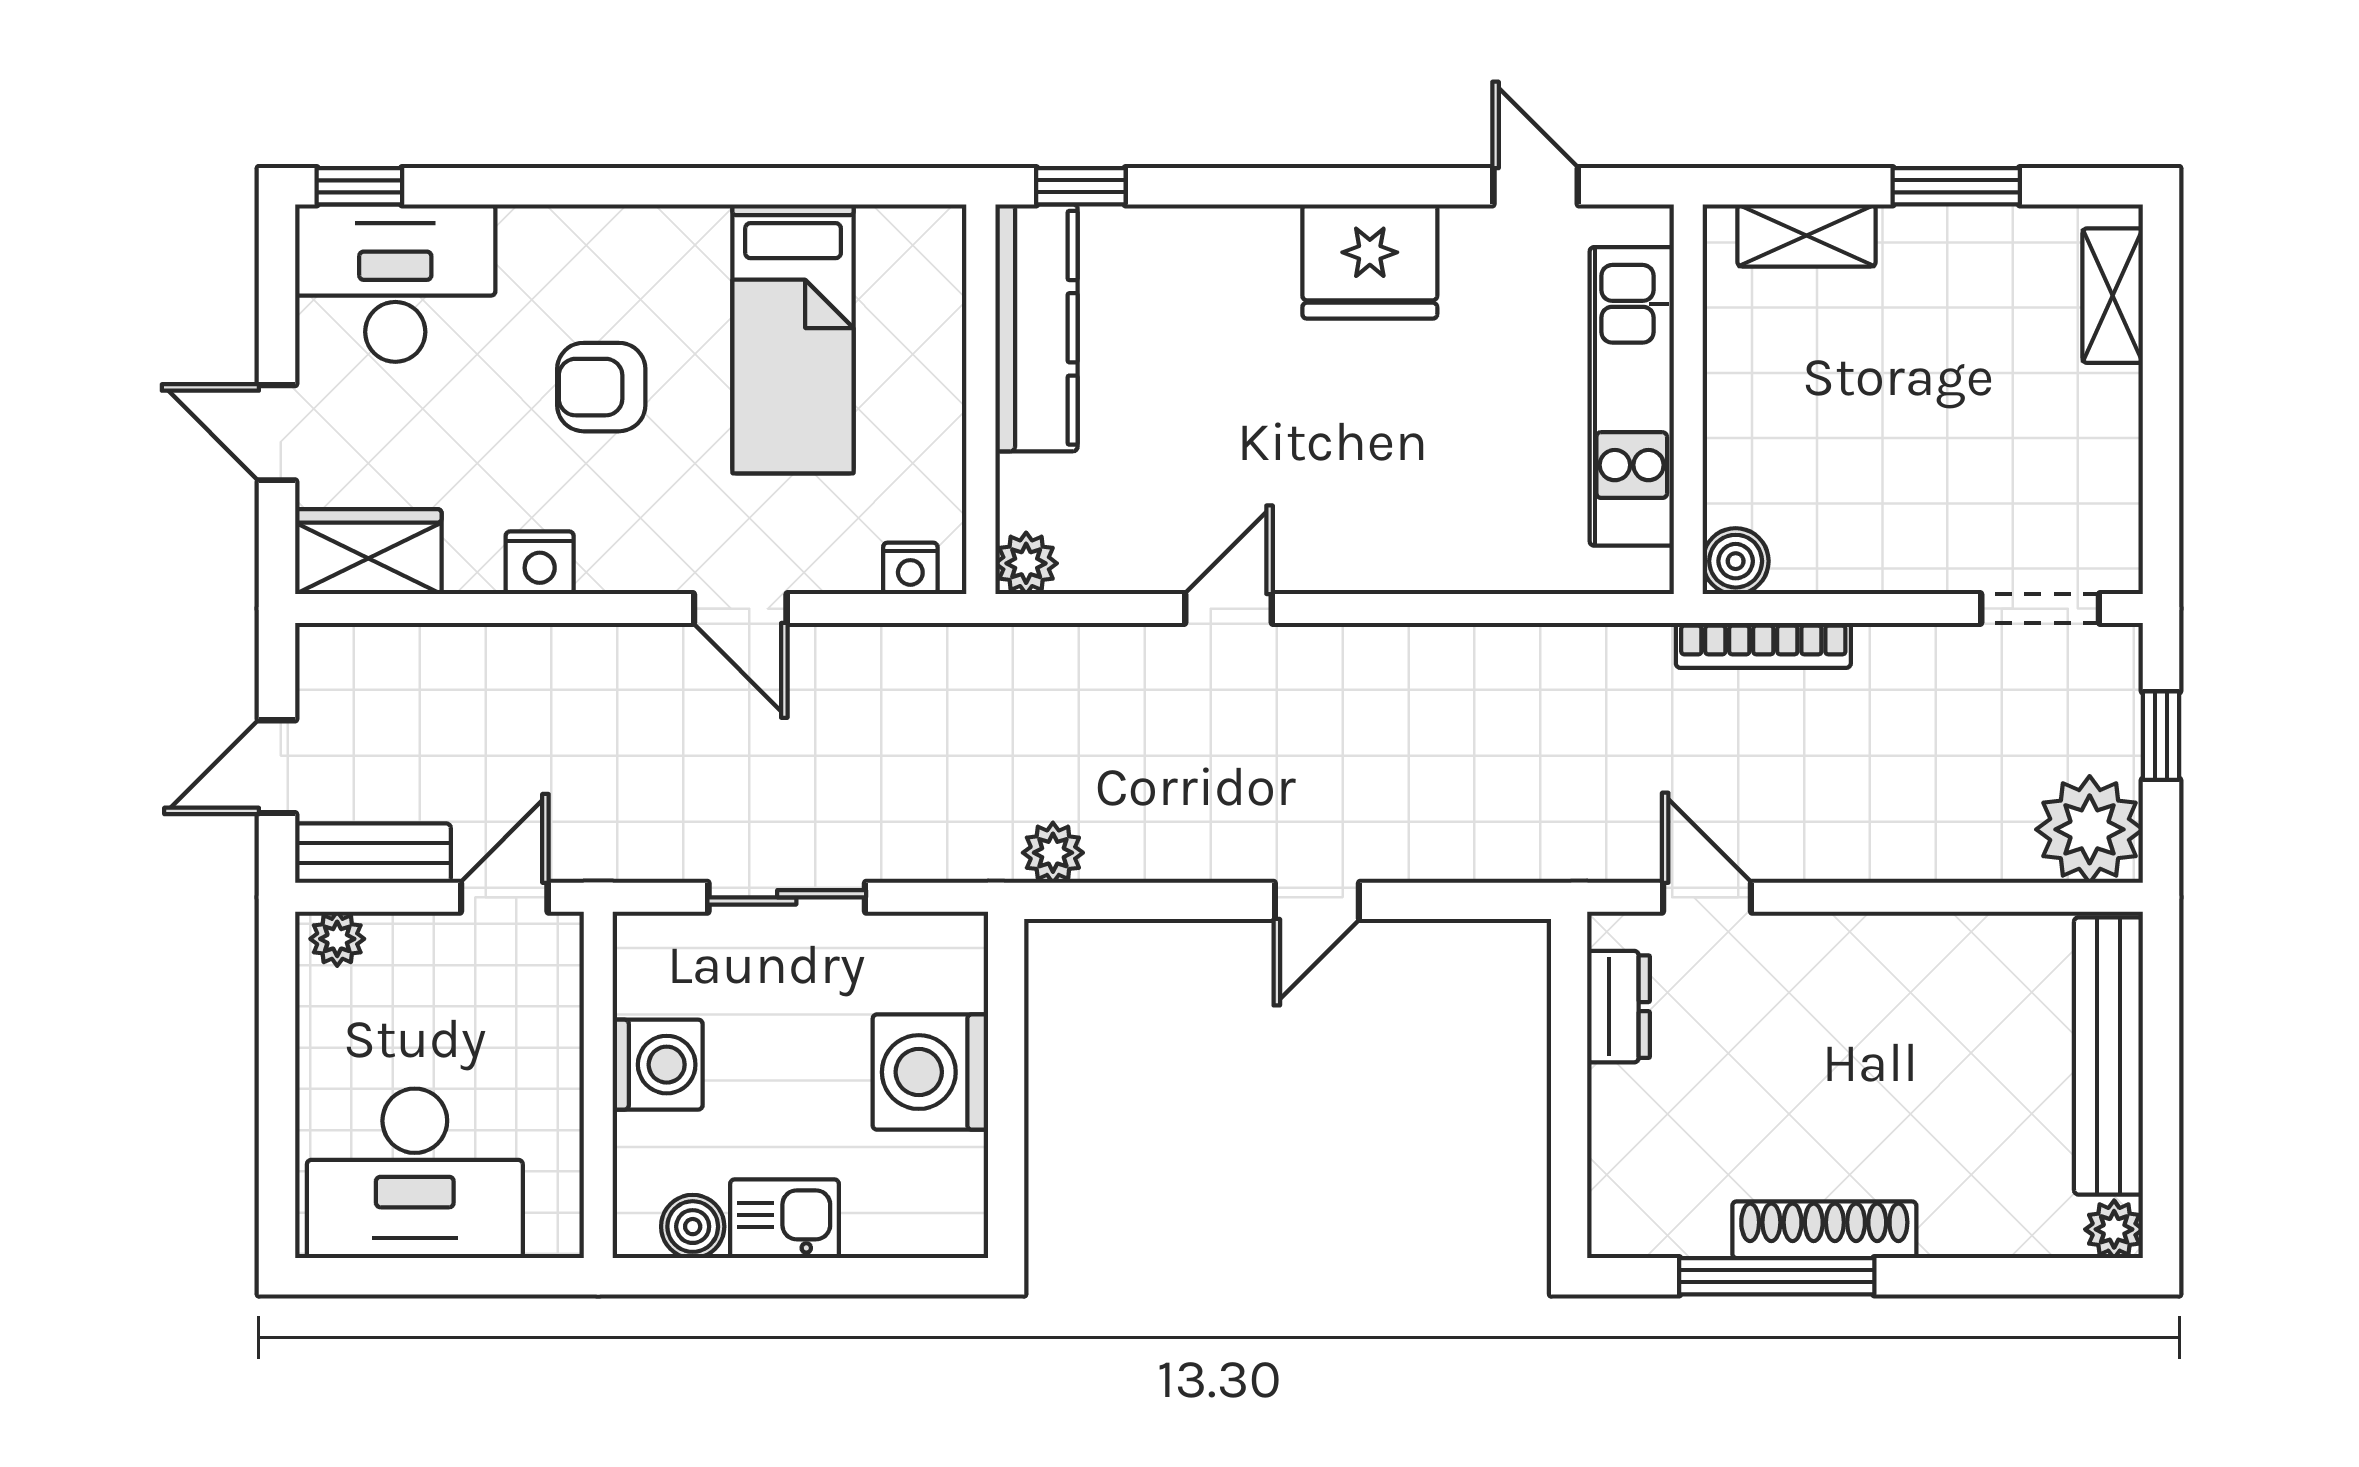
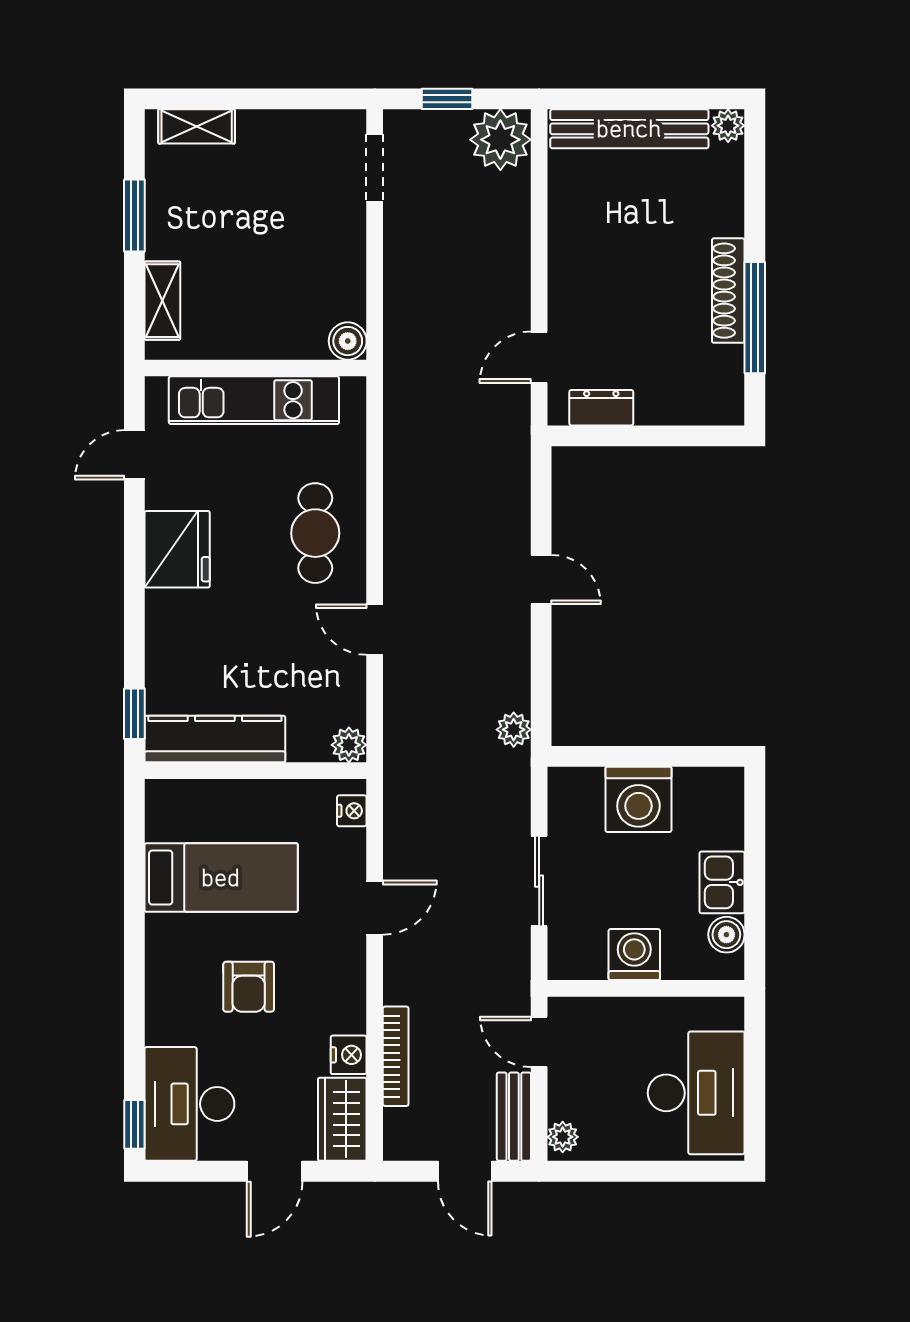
cafe table: (1398, 504) -> (315, 533), added
nightstand: (540, 563) -> (349, 1055), moved
bookcase: (1763, 645) -> (396, 1056), moved

